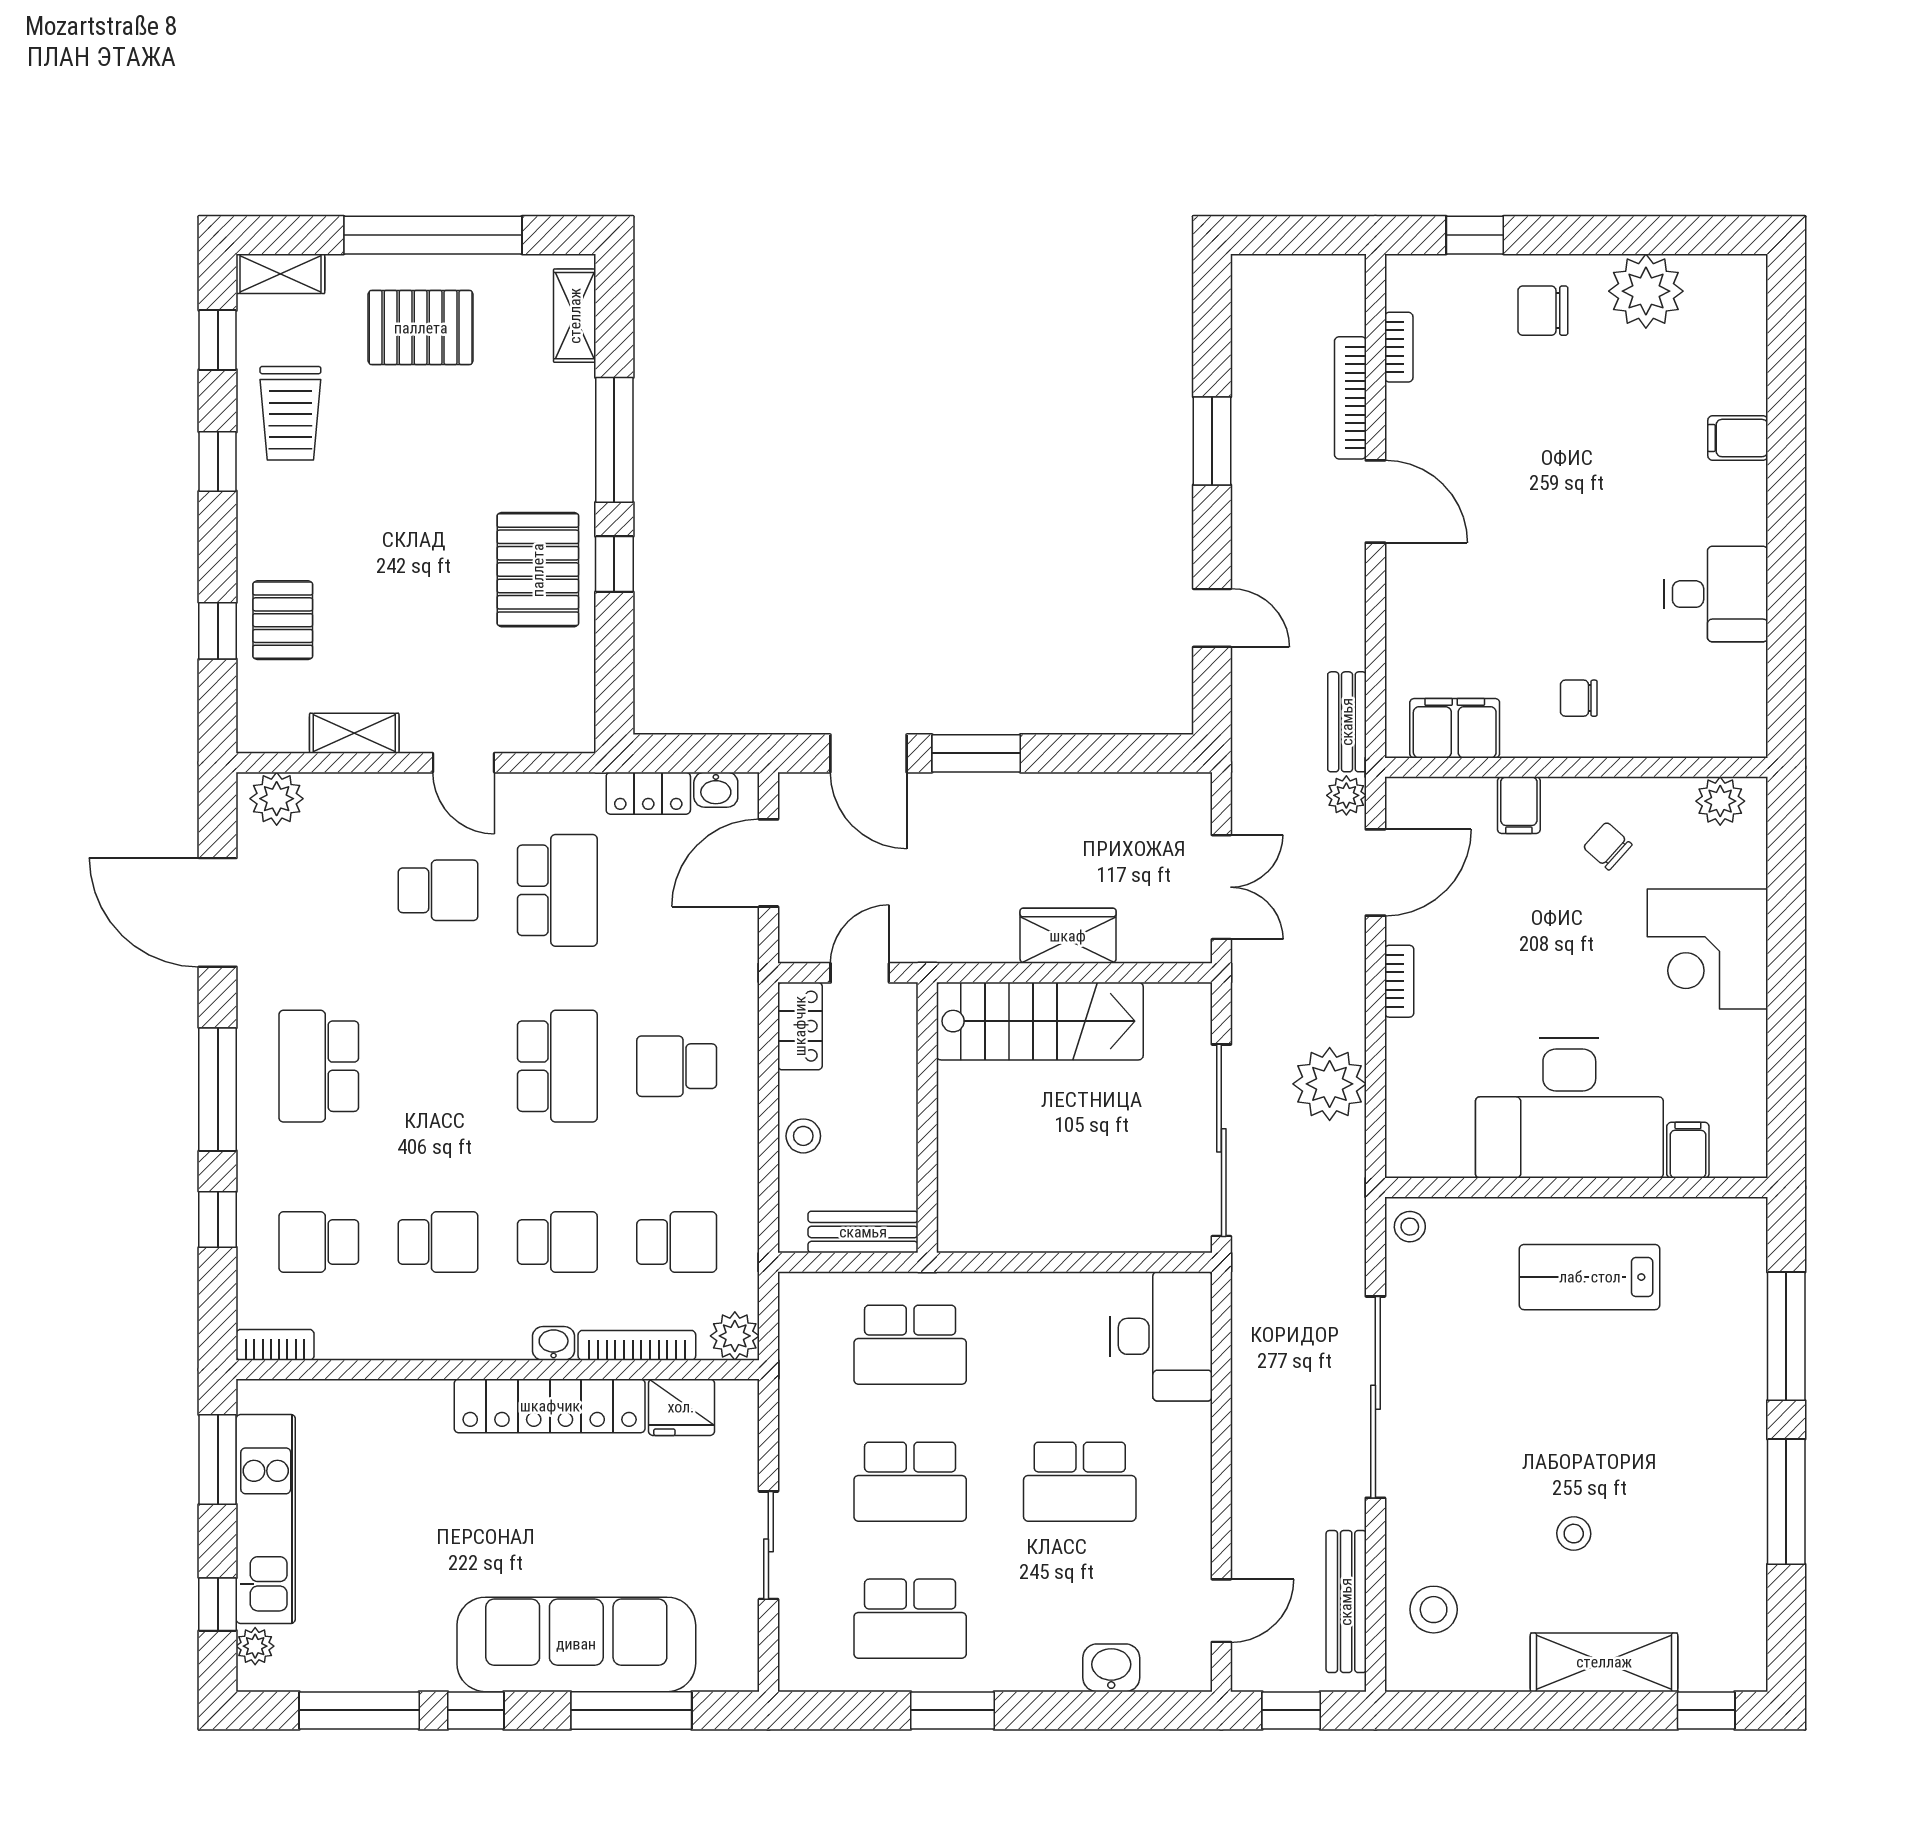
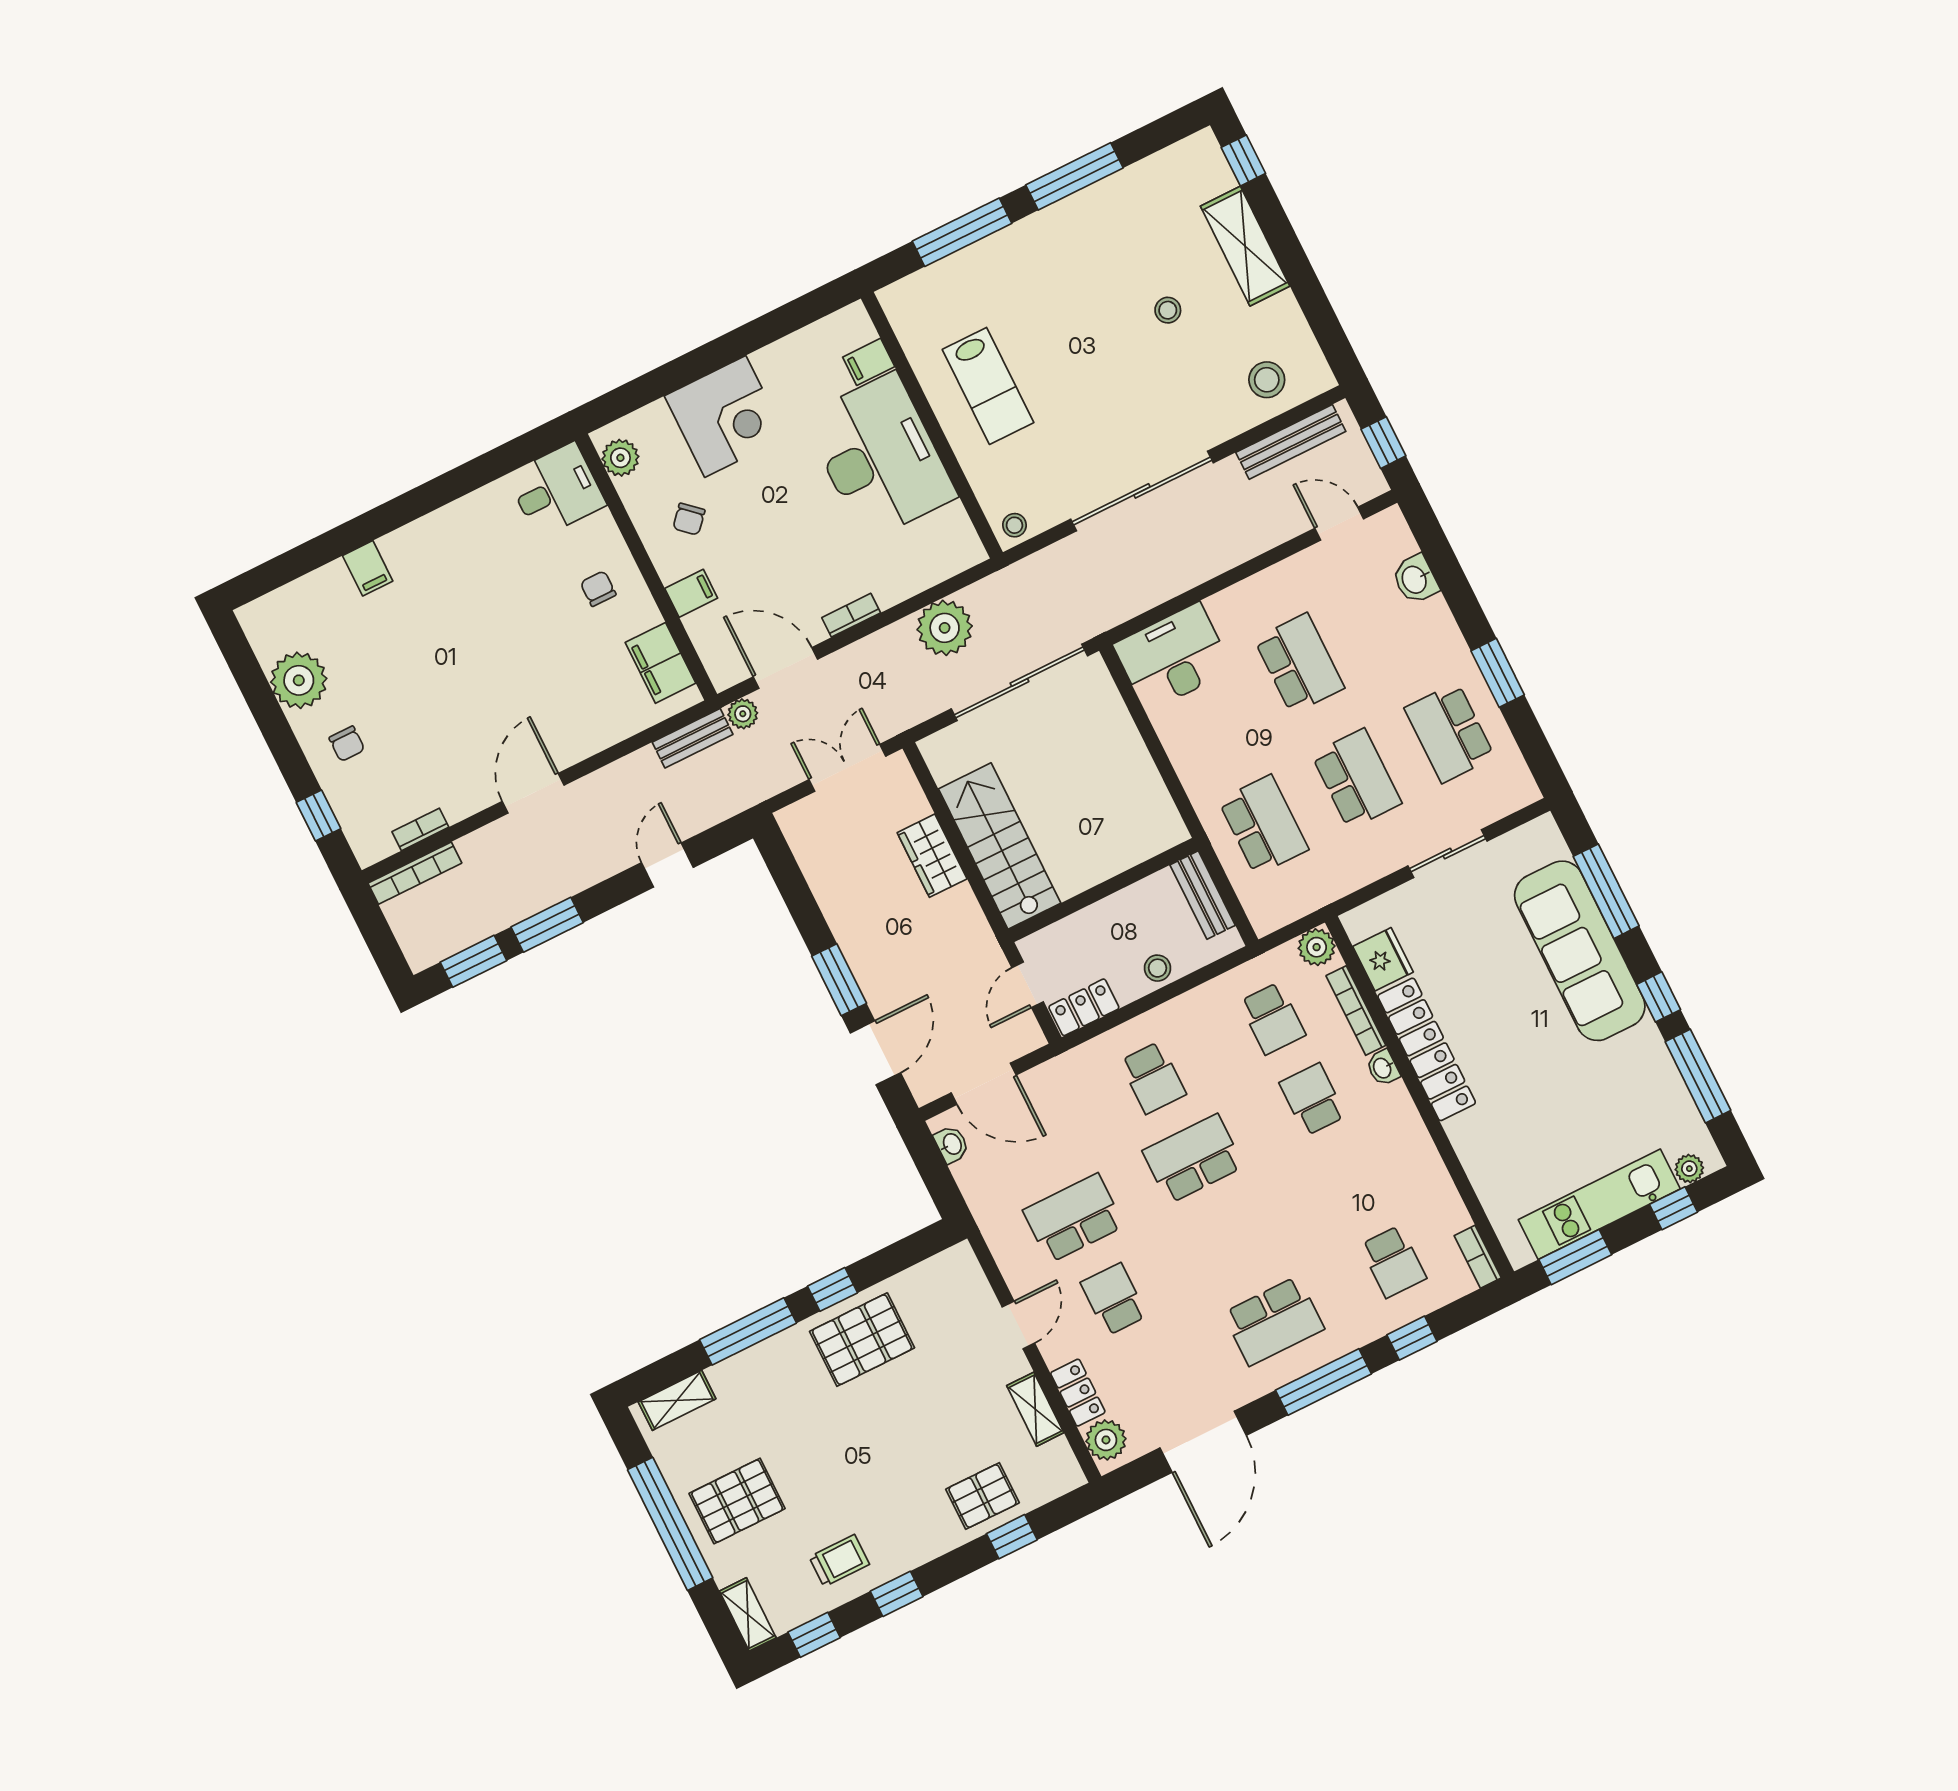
chair: (1543, 311) -> (347, 744), width x0.73, depth x0.73
pallet: (421, 328) -> (737, 1501), turned 90
window: (1212, 332) -> (473, 961), added
bookcase: (1350, 398) -> (415, 873), moved
trolley: (290, 413) -> (839, 1561), width x0.73, depth x0.72
desk: (1716, 594) -> (556, 490), moved, turned 90
chair: (1579, 698) -> (598, 589), turned 180
locker: (648, 793) -> (1078, 1393), moved
door: (860, 973) -> (1028, 985), hinge flipped
school desk: (438, 1242) -> (1353, 1181), removed
school desk: (677, 1242) -> (1272, 1018), turned 180
school desk: (910, 1619) -> (1450, 733), turned 180

